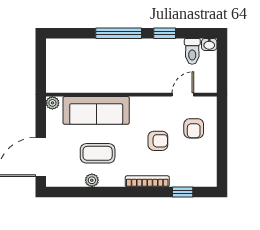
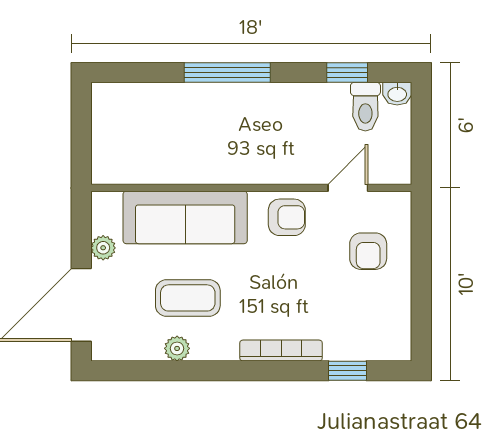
window: (165, 33) -> (347, 72), moved
plant: (52, 103) -> (103, 248), moved
armchair: (158, 141) -> (287, 217), moved

